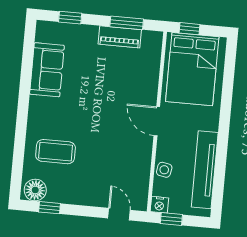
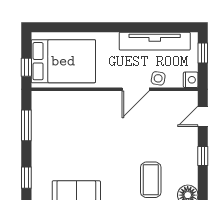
piano: (120, 37) -> (40, 131), removed
door: (157, 121) -> (136, 89), moved
window: (50, 208) -> (203, 156), moved
window: (171, 219) -> (203, 53), moved

